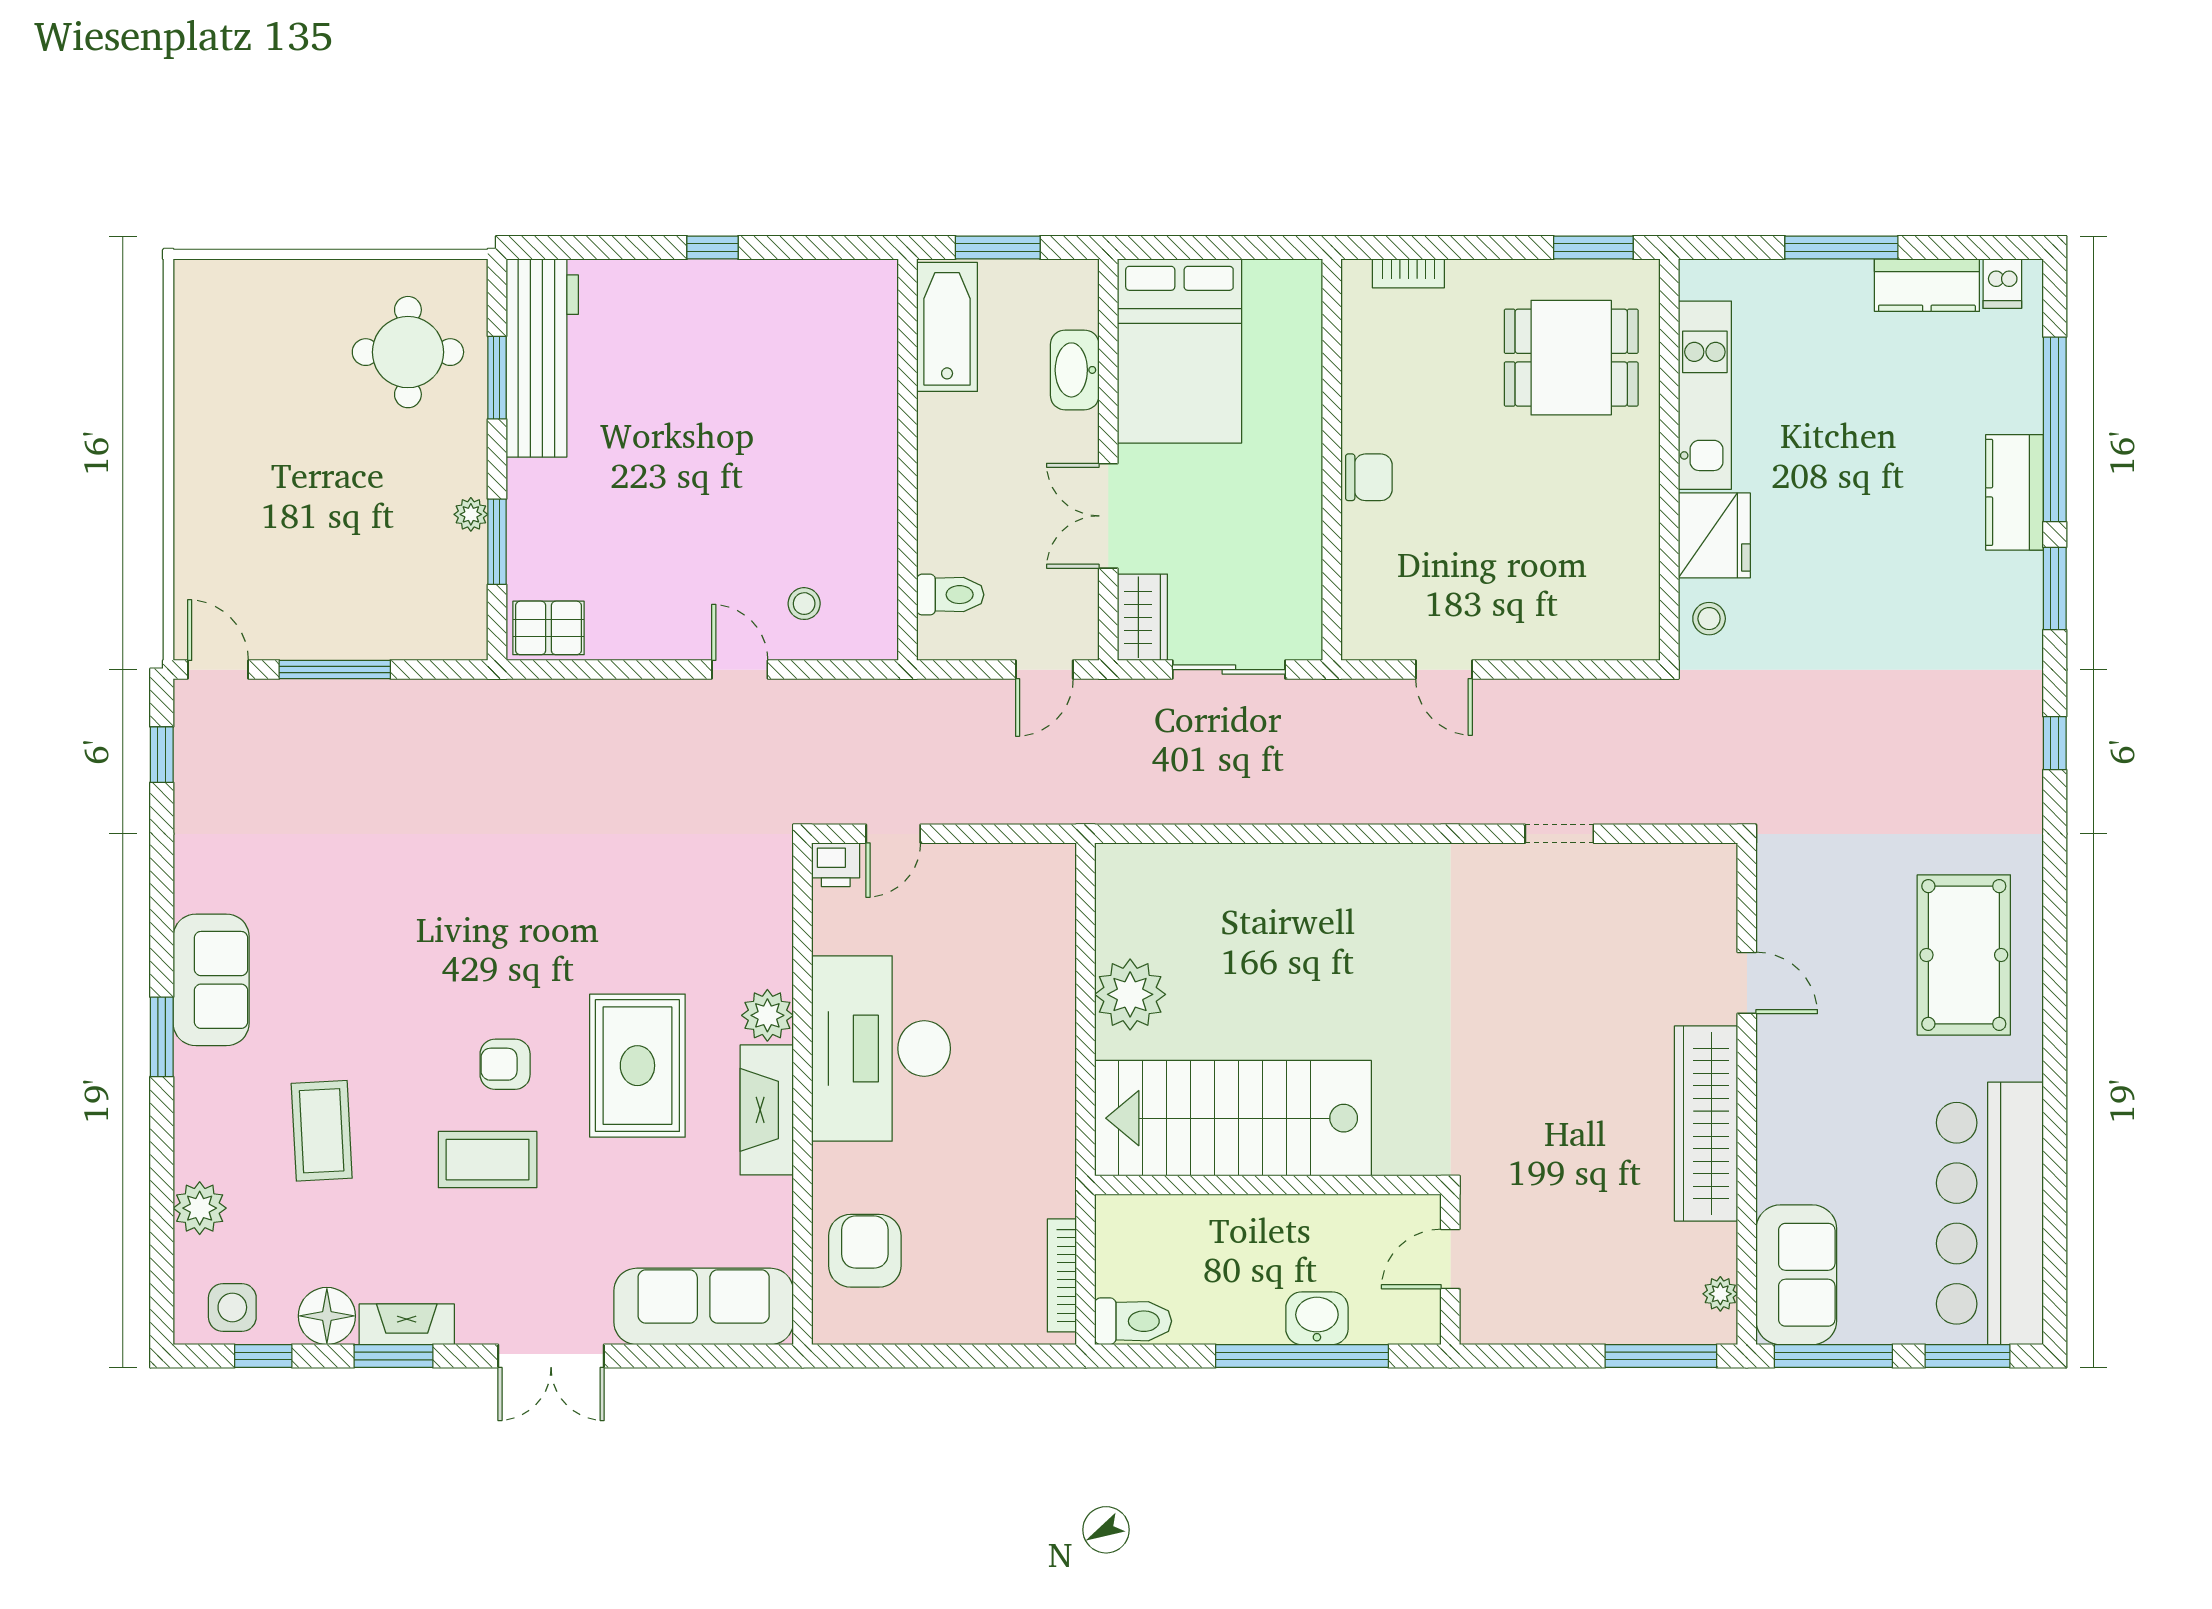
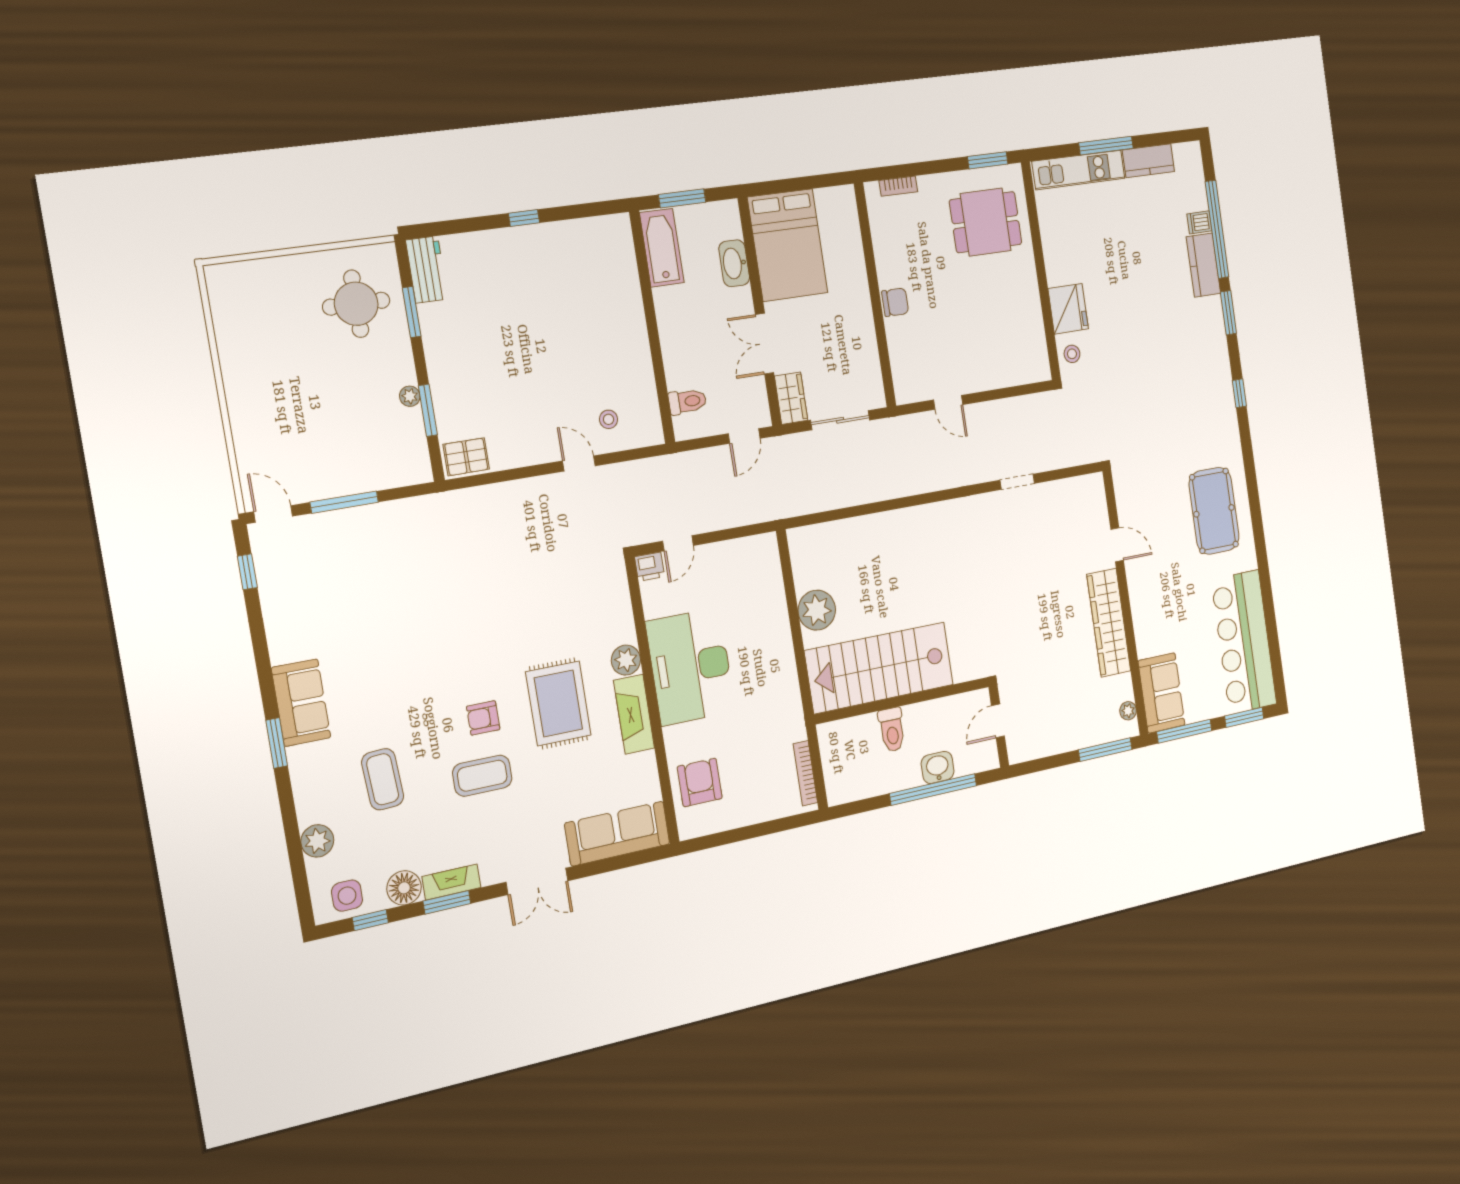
dishwasher: (2002, 284) -> (1199, 222), moved, turned 90
workbench: (542, 358) -> (427, 270), width x0.53, depth x0.76
kitchen unit: (1705, 395) -> (1078, 170), moved, turned 90
toilet: (1133, 1321) -> (892, 730), moved, turned 90

